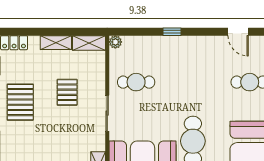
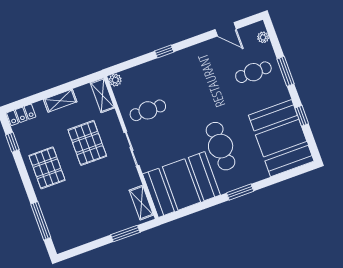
shelving: (89, 43) -> (102, 95), moved, turned 90
pallet: (67, 92) -> (87, 143), width x1.50, depth x1.42

